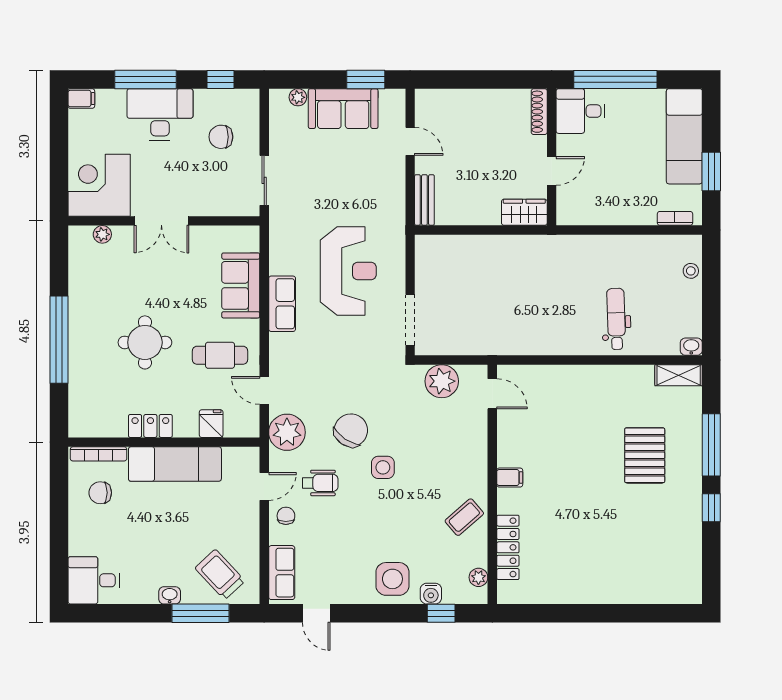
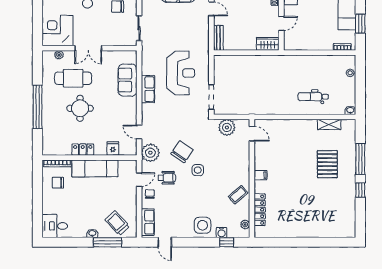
dental chair: (616, 319) -> (313, 97), turned -88
cafe table: (220, 355) -> (73, 78), moved, width x1.37, depth x1.35
shelving: (679, 375) -> (329, 124), moved

